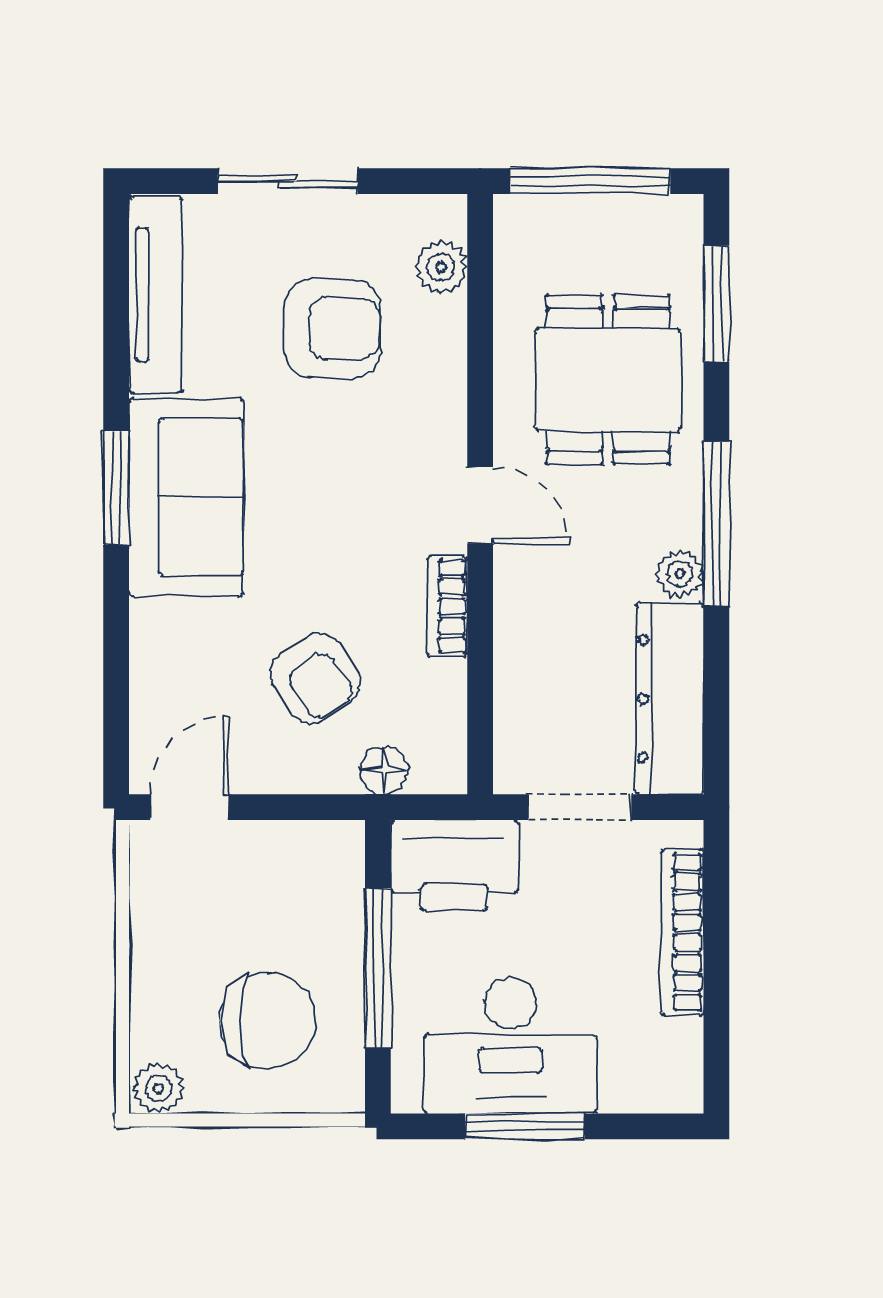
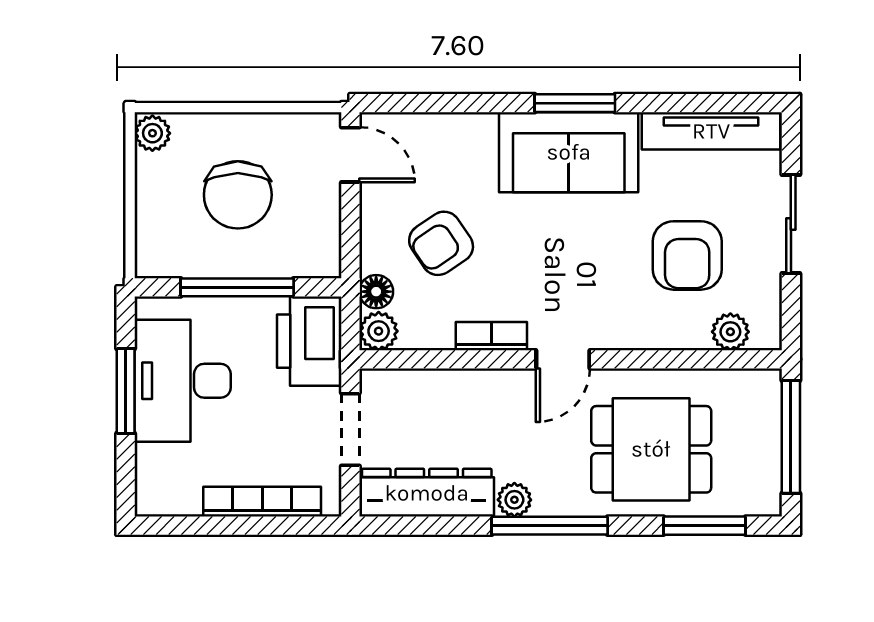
plant: (440, 767) -> (379, 331), added
chair: (268, 1020) -> (238, 195), moved

